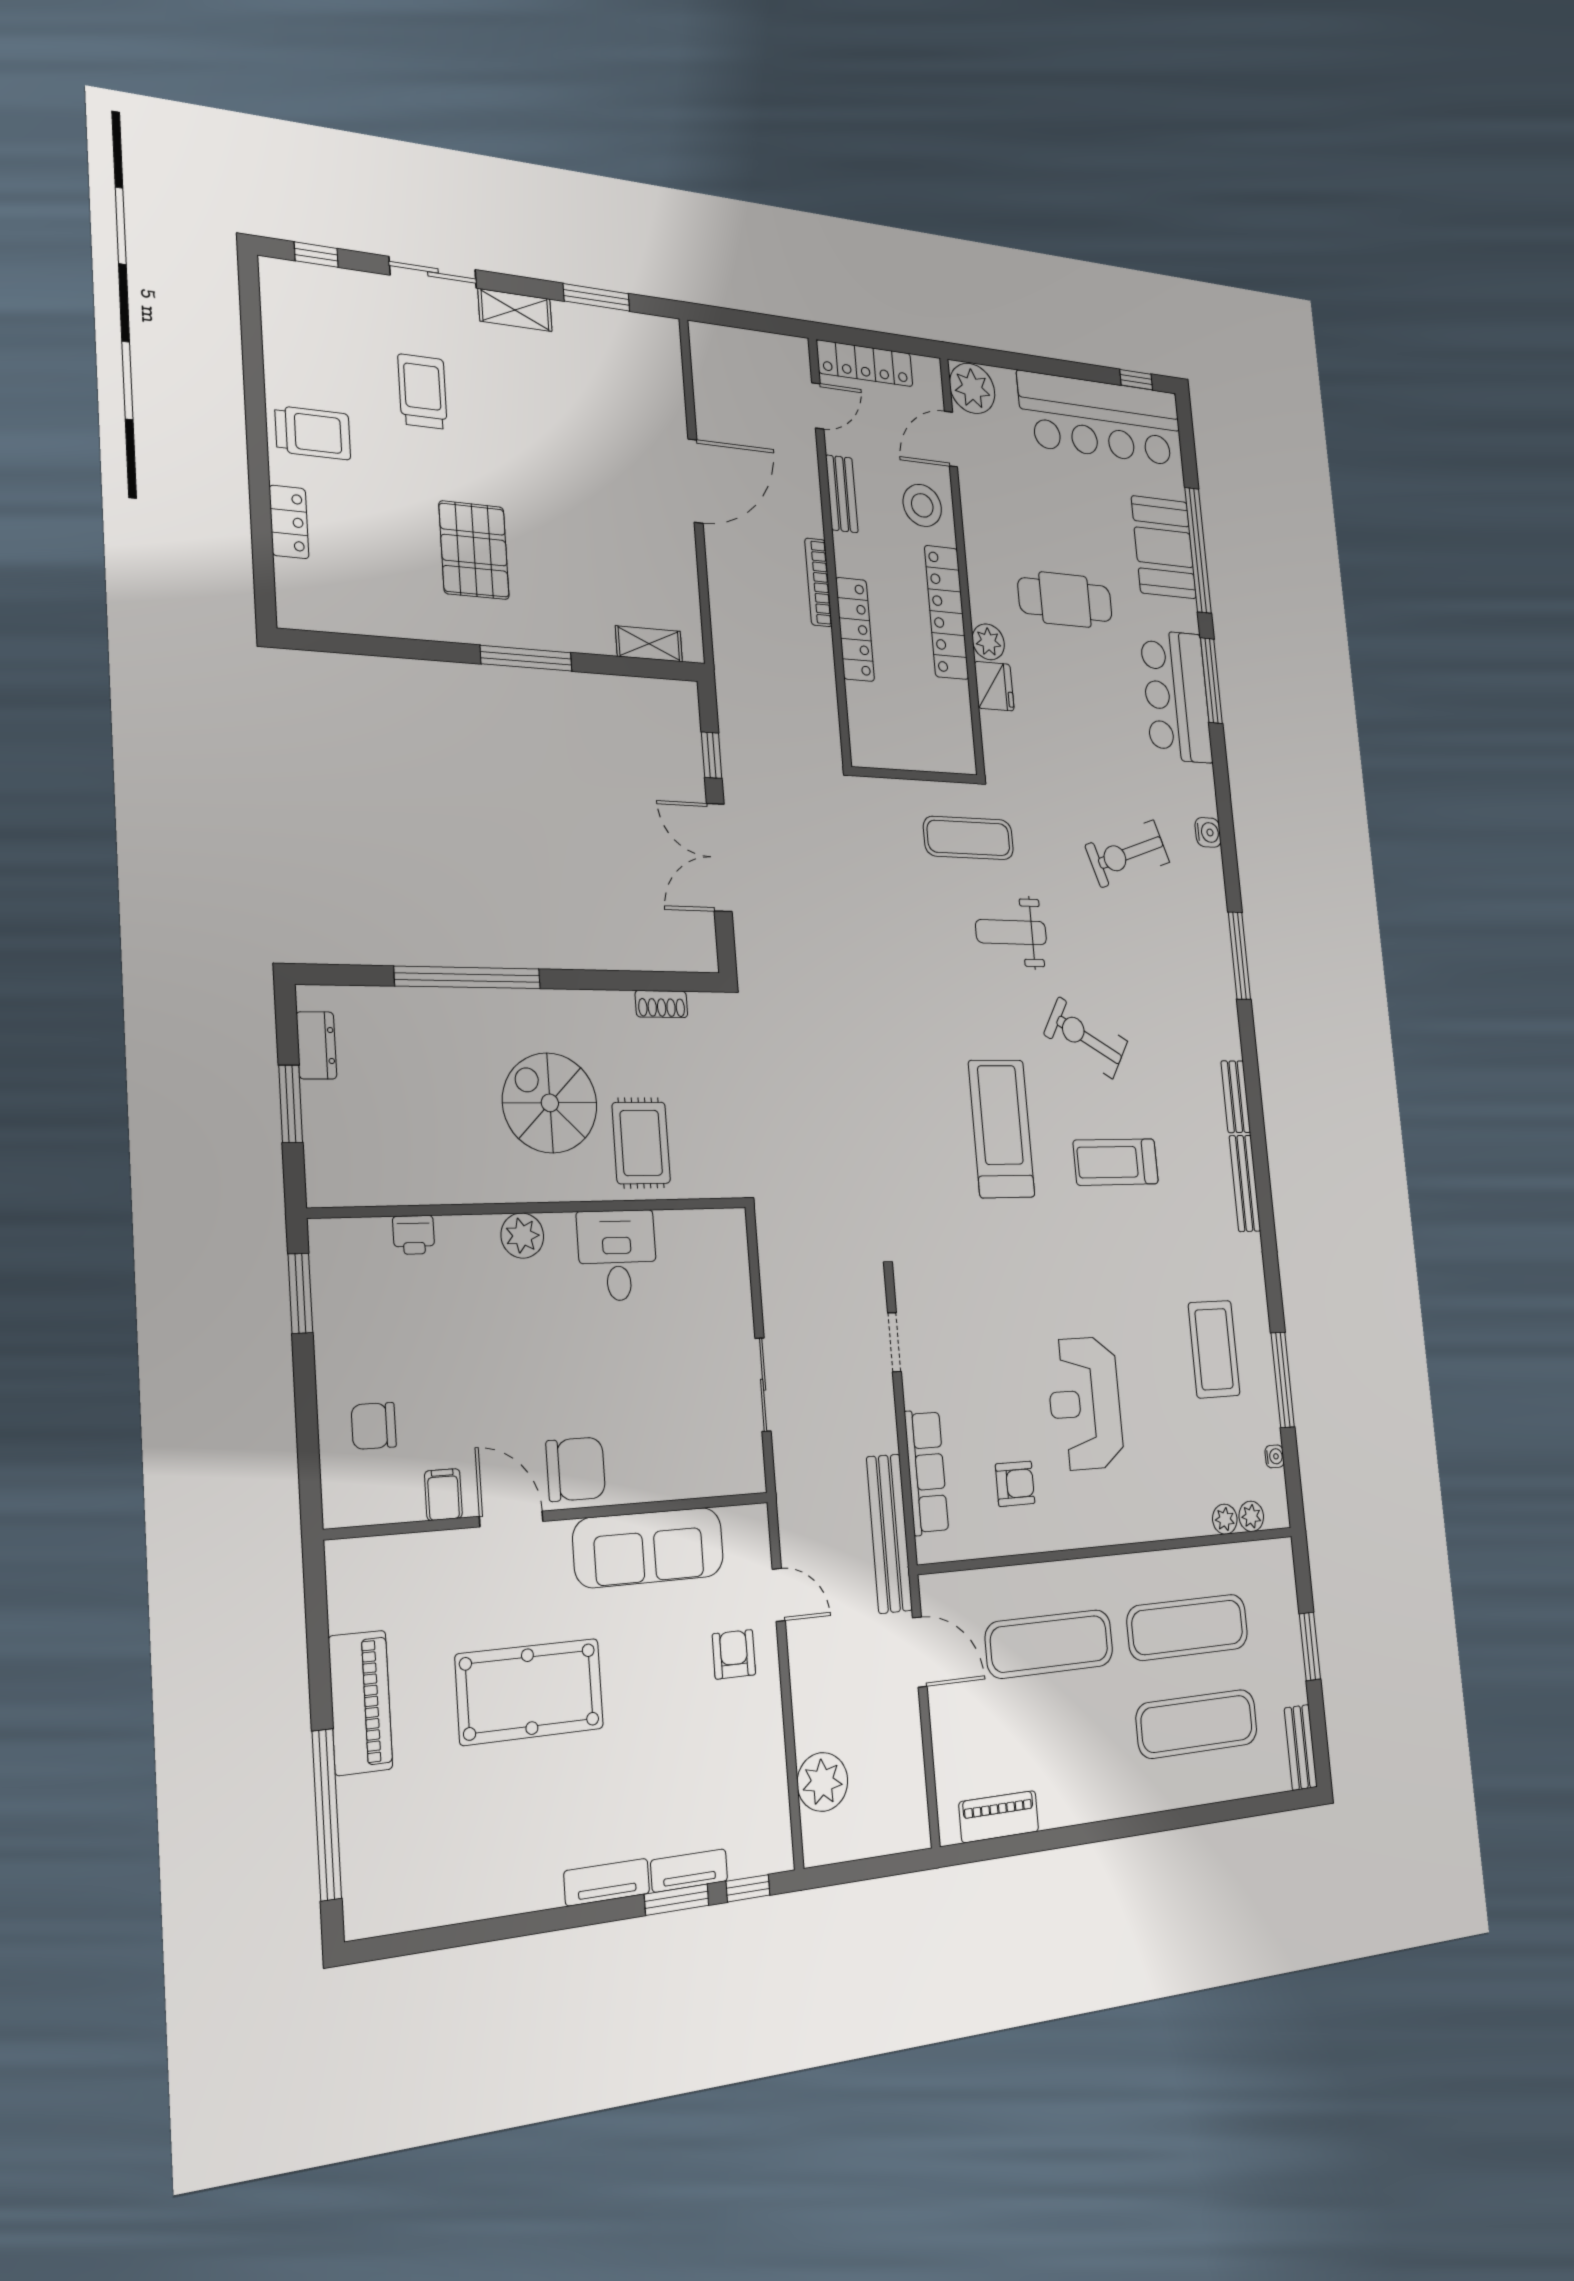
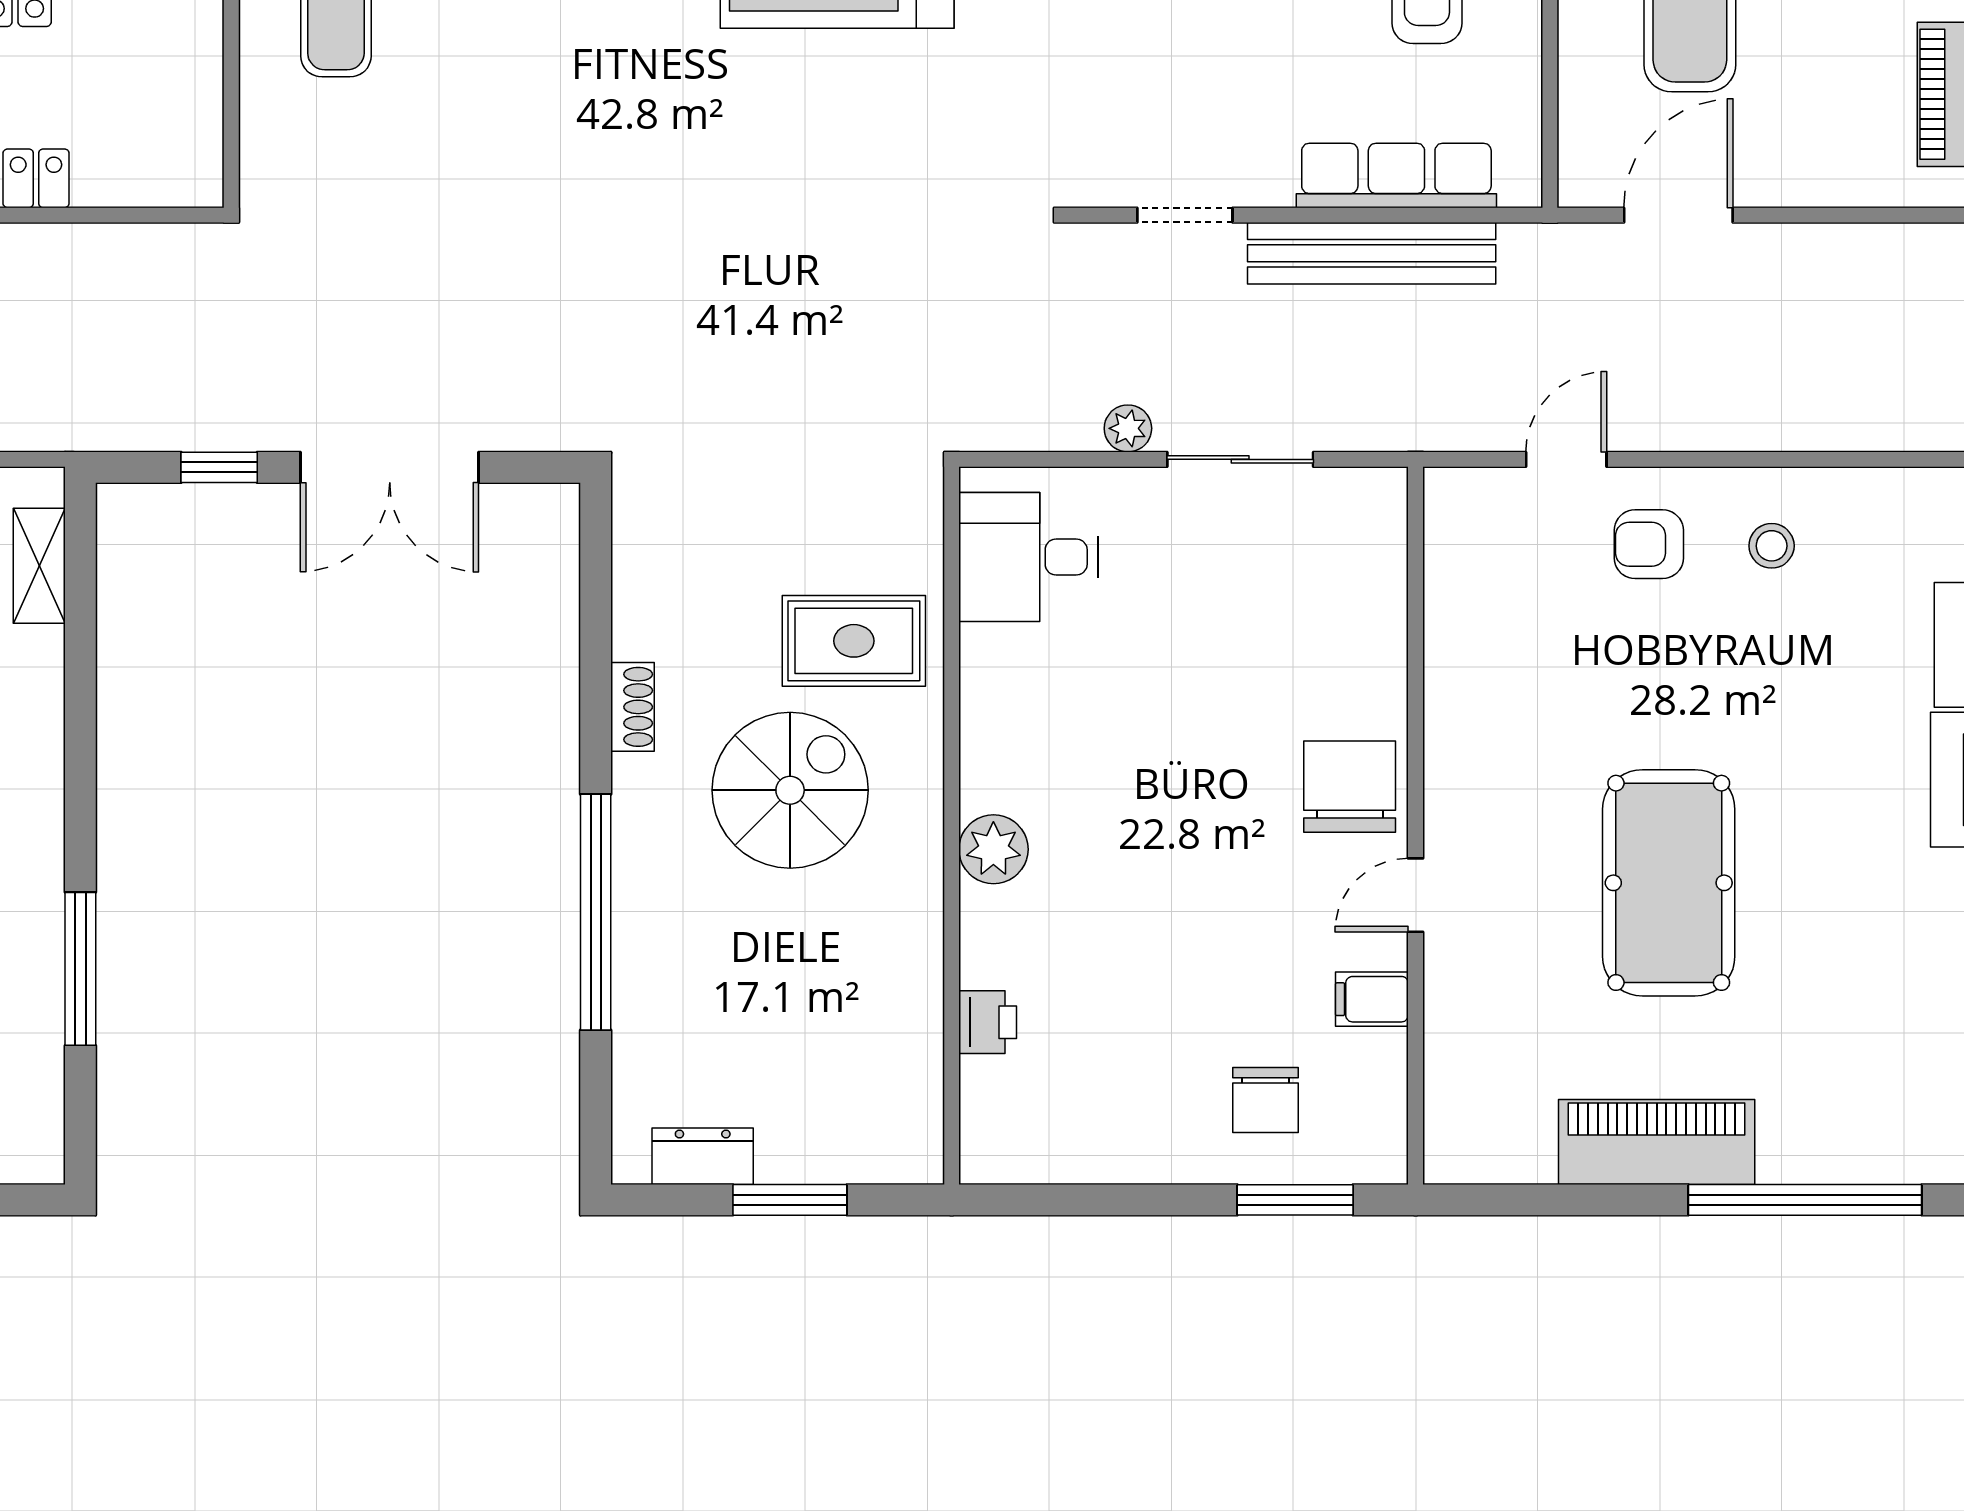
window: (526, 658) -> (80, 969), moved
shoe rack: (661, 1004) -> (633, 707), moved
spiral stairs: (550, 1103) -> (790, 790), turned 180
desk: (617, 1255) -> (1029, 557), moved
window: (300, 1293) -> (1295, 1200), moved
door: (511, 1519) -> (1416, 895), width x0.73
bench: (889, 1533) -> (1372, 253), moved
sofa: (649, 1547) -> (1476, 675), removed
stool: (739, 1736) -> (1772, 546), added
plant: (822, 1782) -> (1128, 428), moved, width x0.53, depth x0.53

